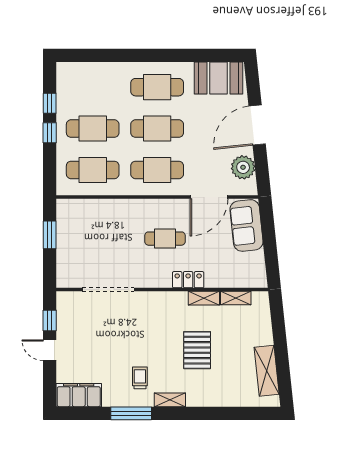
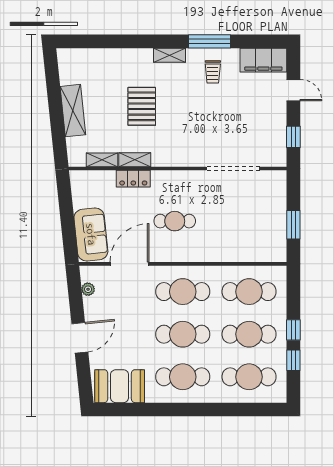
cafe table: (93, 87) -> (249, 377), added
door: (257, 125) -> (80, 338), width x0.73
plant: (243, 167) -> (88, 289), width x0.53, depth x0.53
locker: (188, 280) -> (133, 179), moved
door: (50, 350) -> (293, 90), moved
shelving: (267, 371) -> (73, 111), moved
trolley: (140, 378) -> (213, 72), moved

